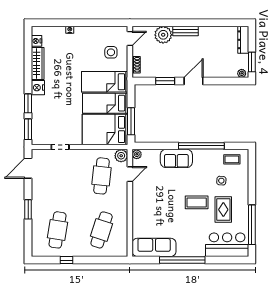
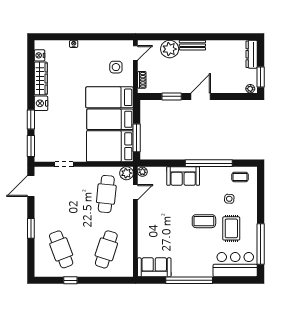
cafe table: (58, 230) -> (61, 249), turned -30
sofa: (154, 247) -> (154, 267), width x0.73

